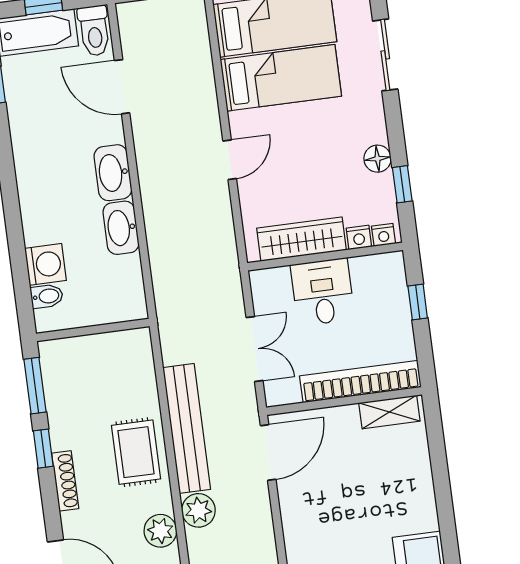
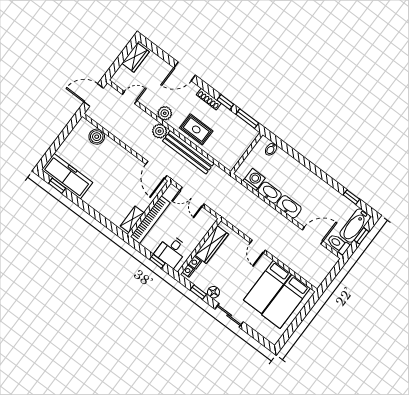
sliding door: (385, 55) -> (229, 315), moved
washing machine: (45, 264) -> (254, 179), moved, turned 180
desk: (323, 292) -> (171, 251), moved, turned 90

